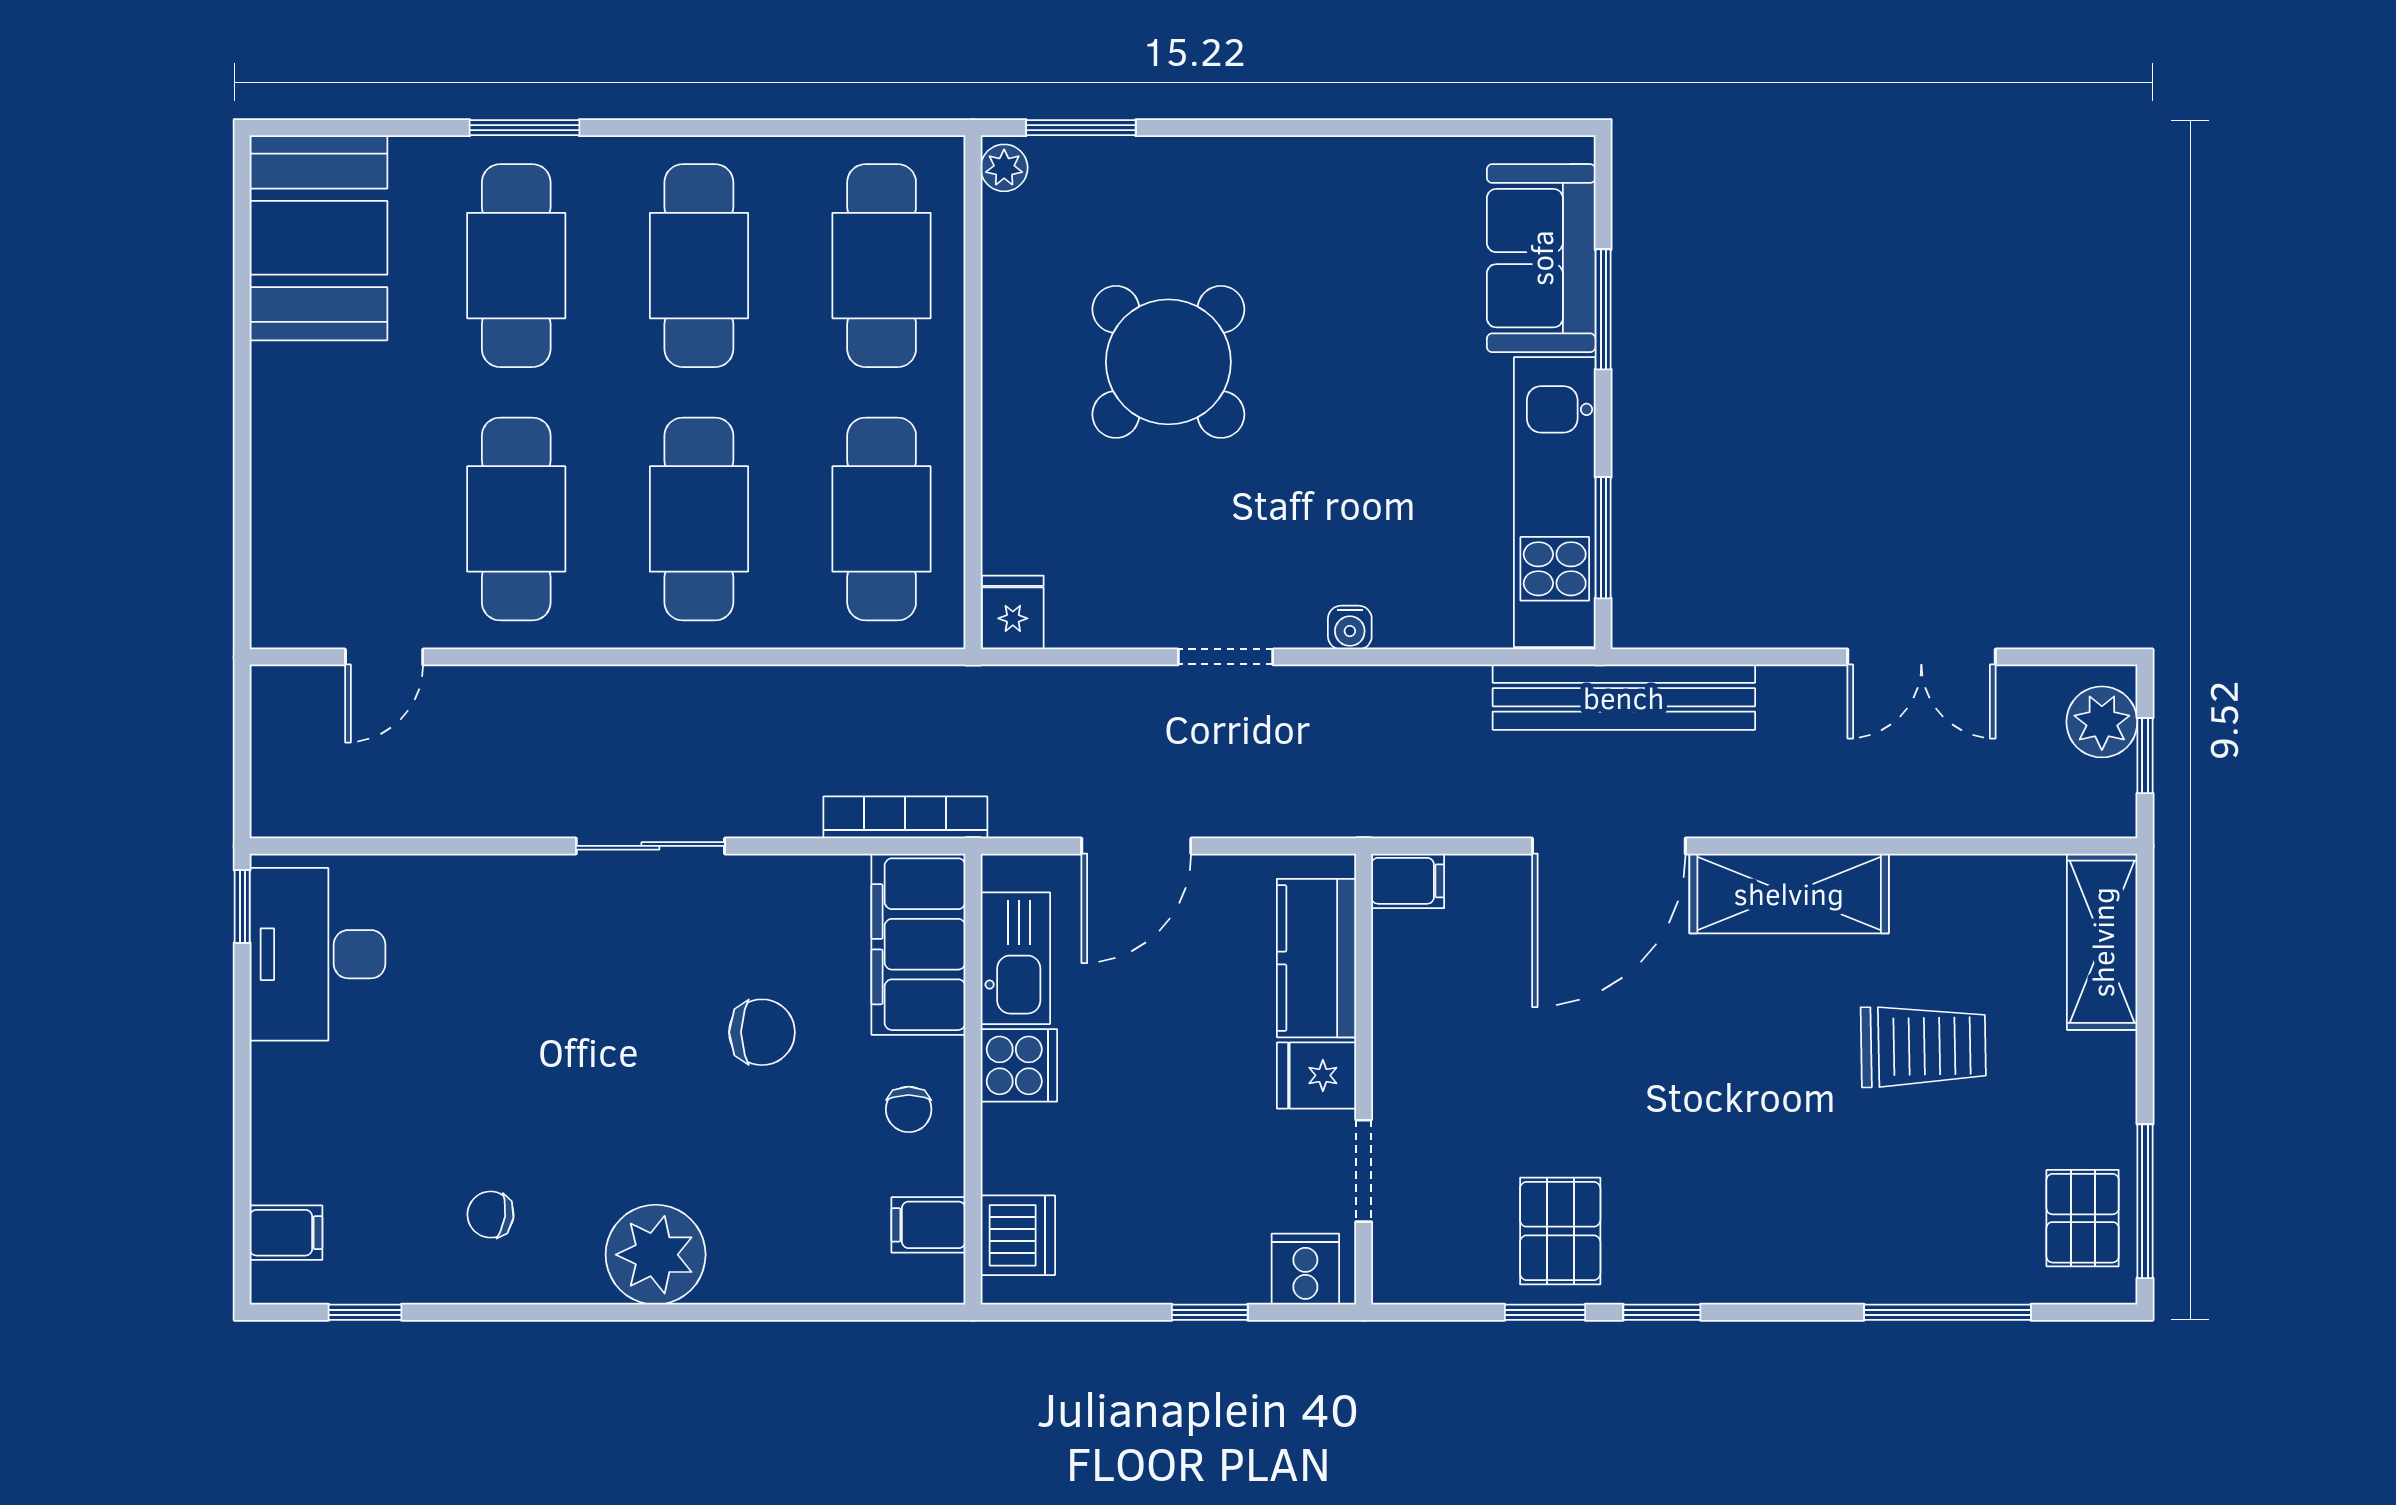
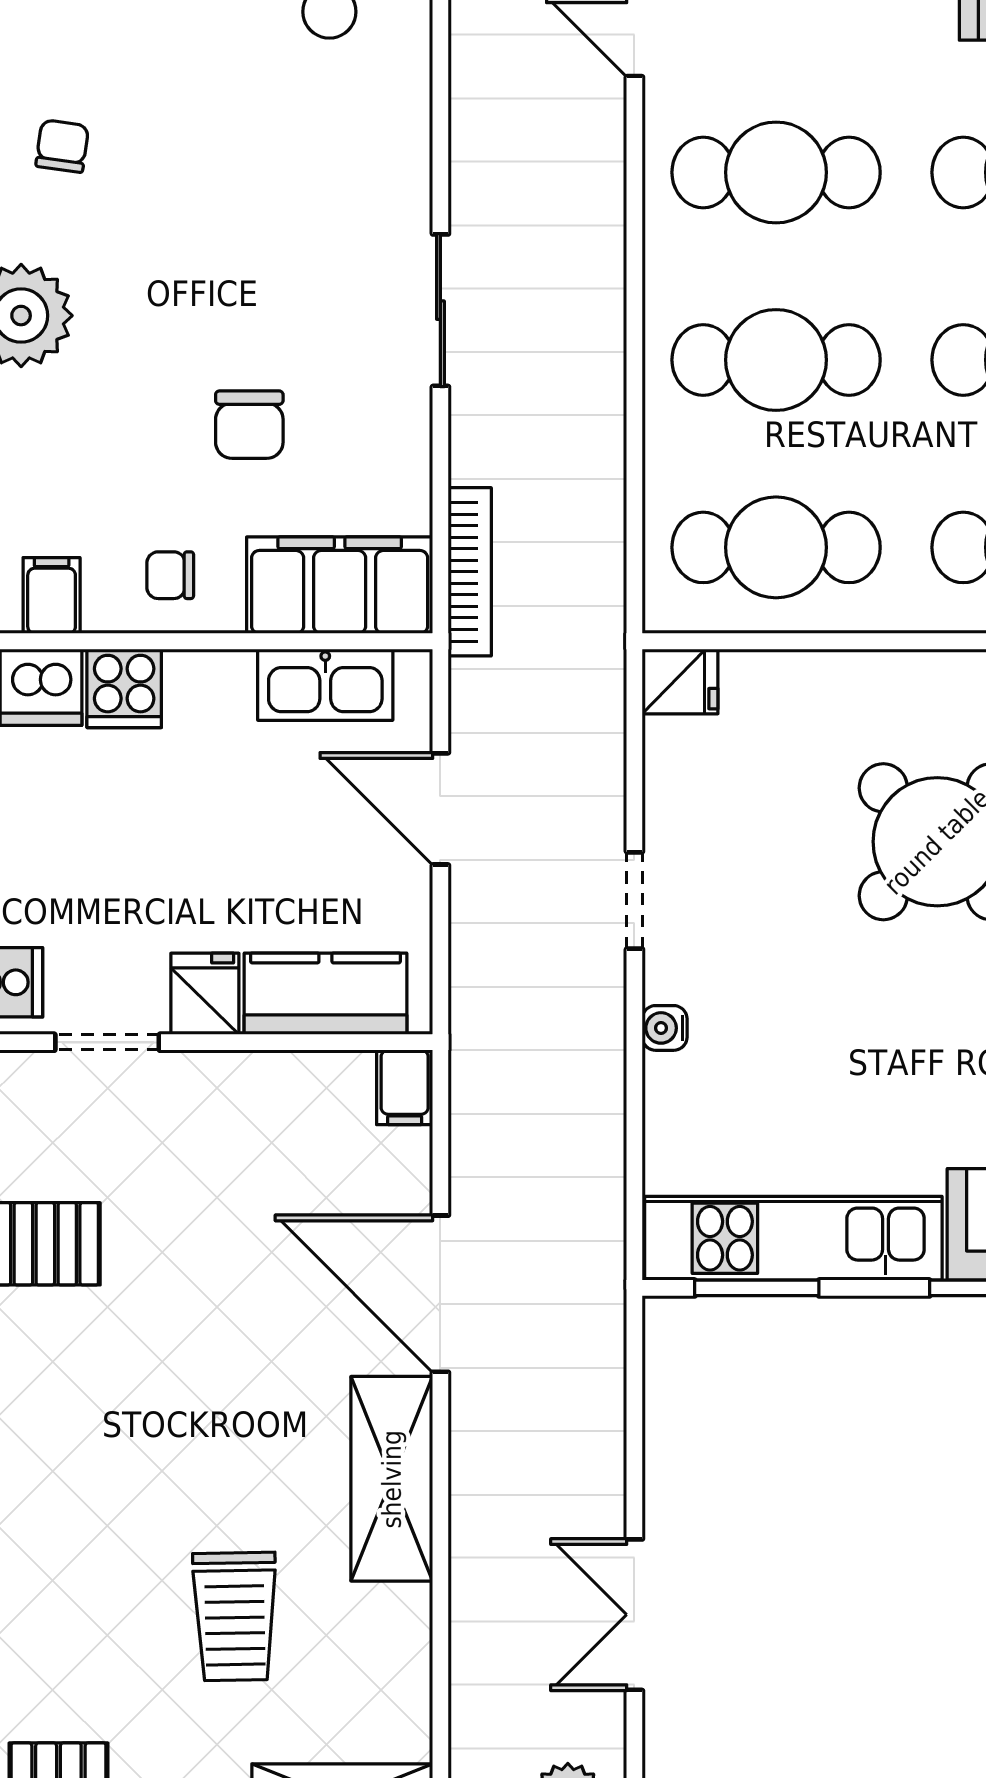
bench: (1624, 697) -> (593, 1309), removed
cooker: (1019, 1065) -> (124, 688), moved

